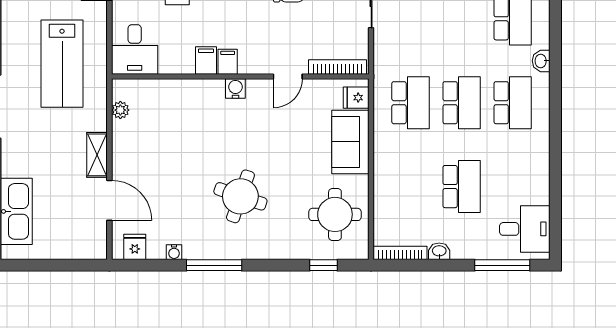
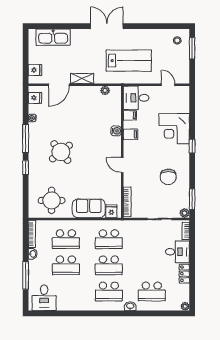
filing cabinet: (228, 62) -> (130, 115), moved
lab bench: (62, 64) -> (129, 61), turned 180
door: (288, 77) -> (122, 165), moved
water cooler: (235, 88) -> (116, 131), moved
school desk: (410, 187) -> (66, 239), added
round table: (240, 196) -> (61, 152), turned 32
fridge: (81, 247) -> (35, 70), added
window: (324, 265) -> (26, 168), moved
window: (502, 265) -> (26, 275), moved

